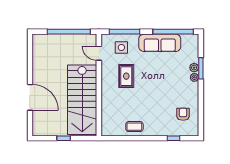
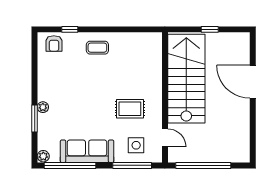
plant: (194, 68) -> (43, 156), moved
rug: (126, 76) -> (130, 109), turned 90
armchair: (183, 114) -> (54, 43), moved
coffee table: (134, 127) -> (97, 48), moved

